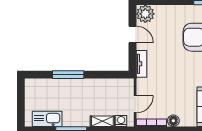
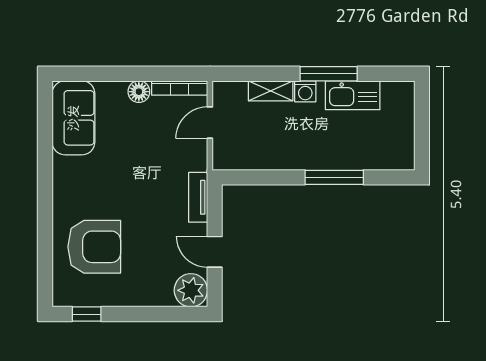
kitchen sink: (47, 119) -> (353, 95), moved
washing machine: (121, 121) -> (305, 91), moved

